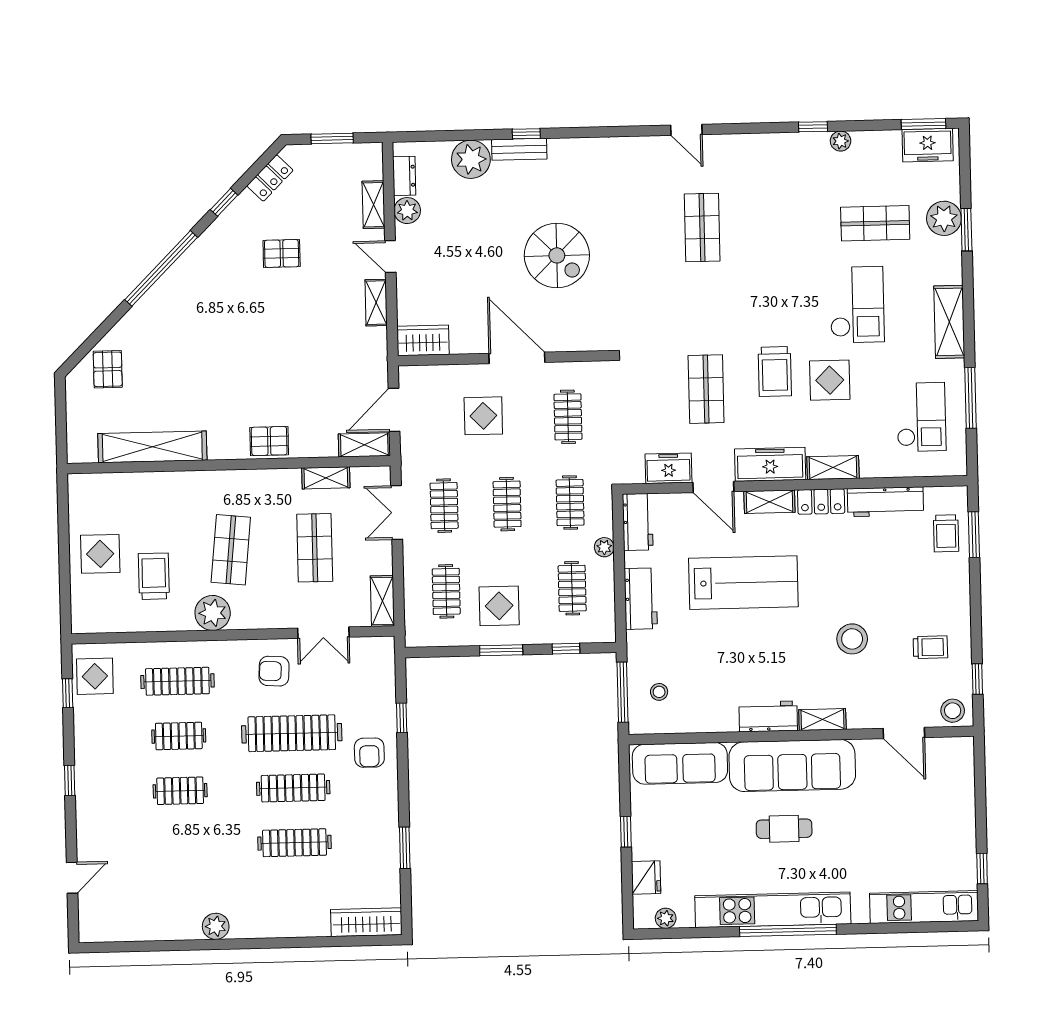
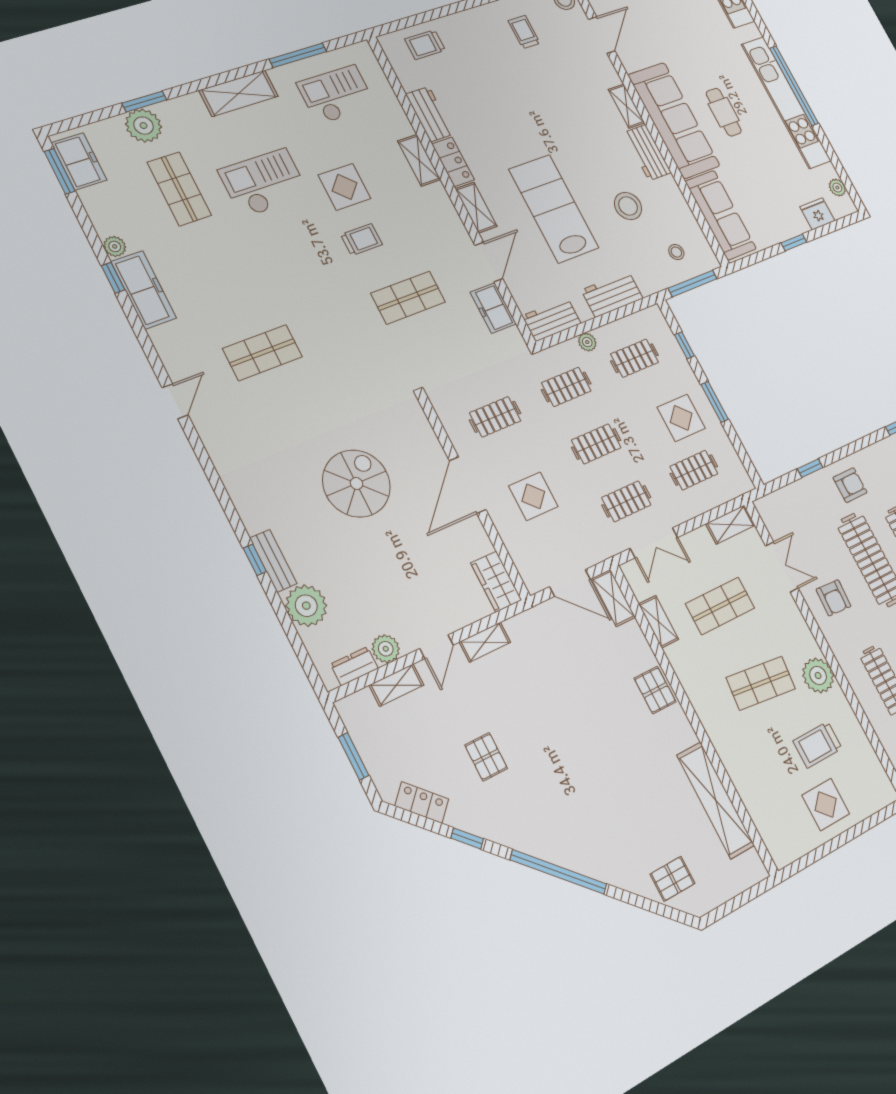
trolley: (775, 371) -> (362, 240), width x0.73, depth x0.72
freezer: (770, 464) -> (144, 290), moved, turned 180
workbench: (885, 502) -> (430, 114), width x0.73
trolley: (946, 533) -> (425, 45), turned 180
window: (974, 535) -> (414, 20), removed
stool: (852, 639) -> (628, 206), moved

